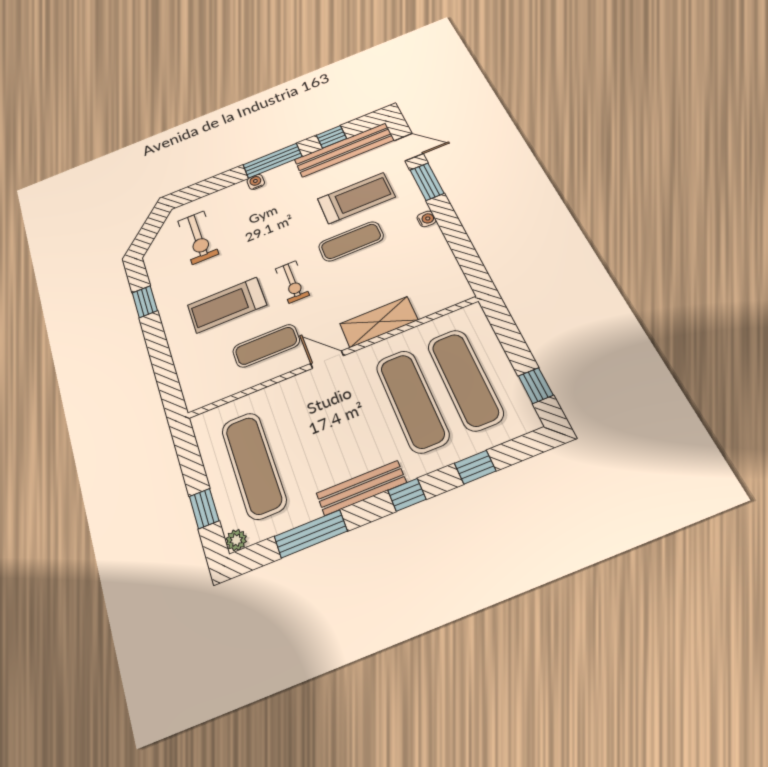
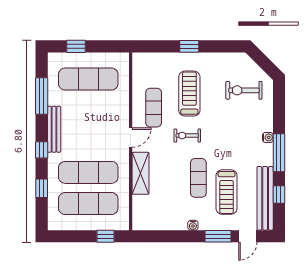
window: (145, 302) -> (189, 46), moved
window: (536, 386) -> (105, 236), moved
plant: (236, 540) -> (53, 58), removed

